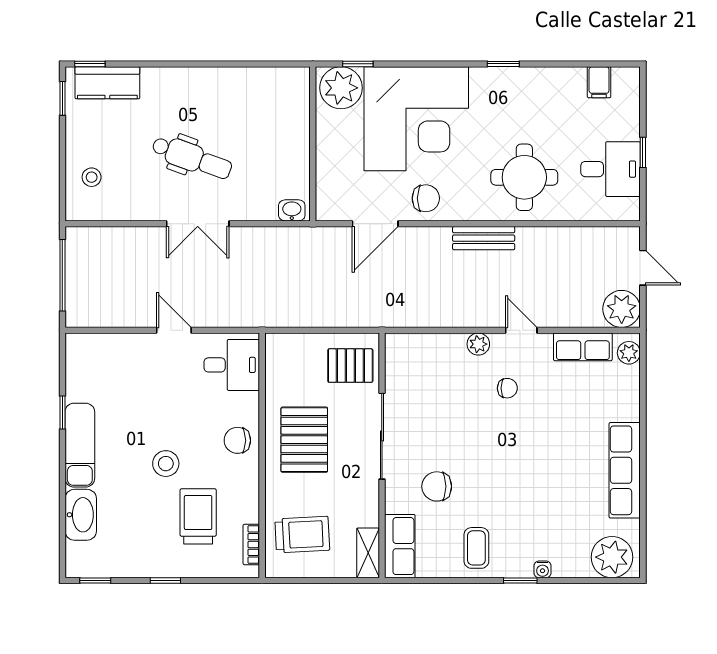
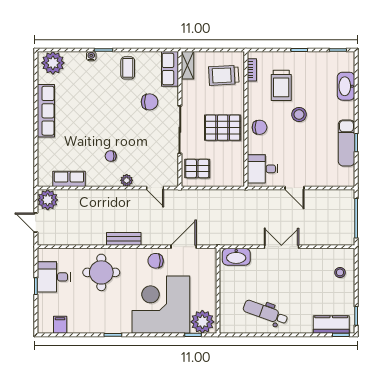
dental chair: (192, 158) -> (265, 313), moved
washbasin: (292, 210) -> (236, 257), width x1.91, depth x1.45
door: (521, 330) -> (155, 188), moved
plant: (629, 353) -> (44, 176), removed
pallet: (304, 440) -> (223, 128), turned 90
exam couch: (80, 445) -> (346, 143), moved

